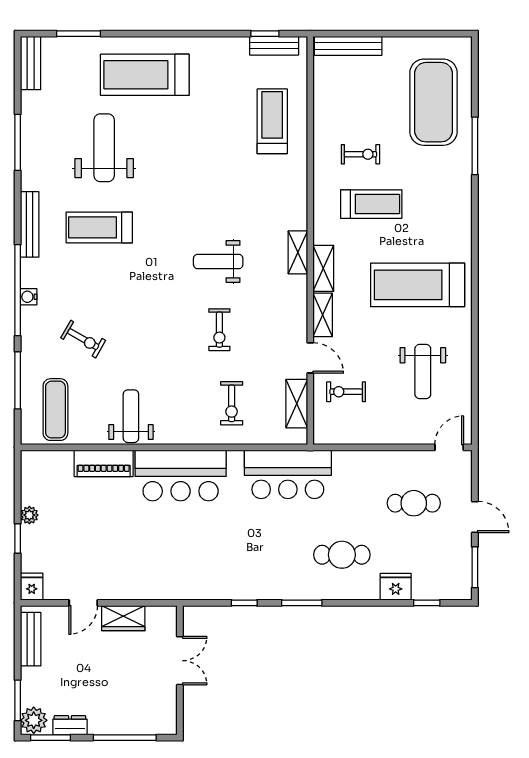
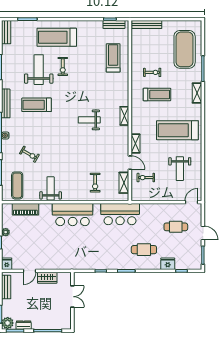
shelving: (323, 268) -> (197, 93), moved
exercise bike: (219, 330) -> (63, 66), moved
piano: (104, 463) -> (25, 209), moved

